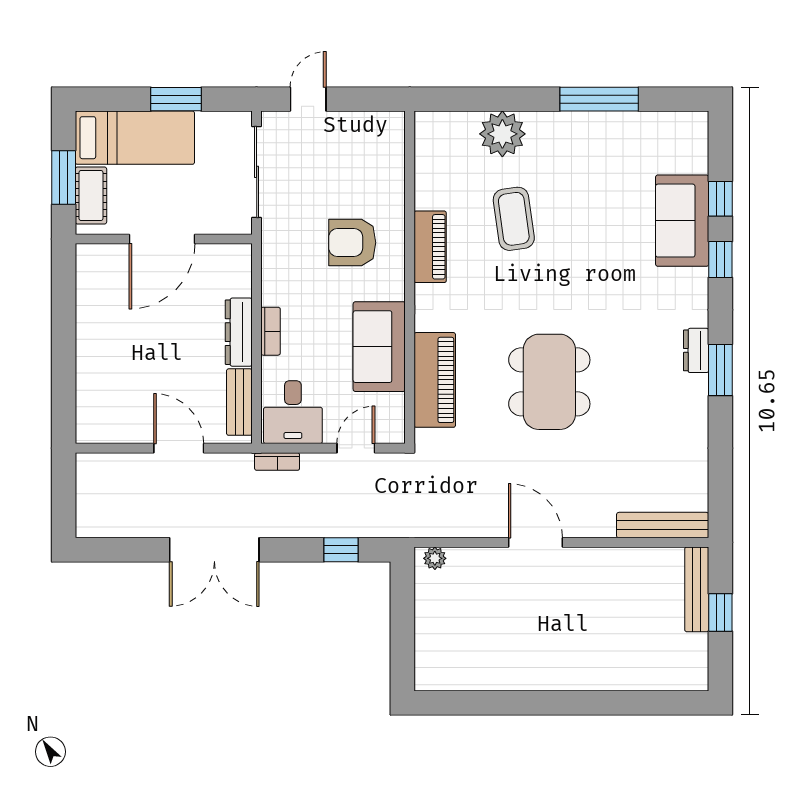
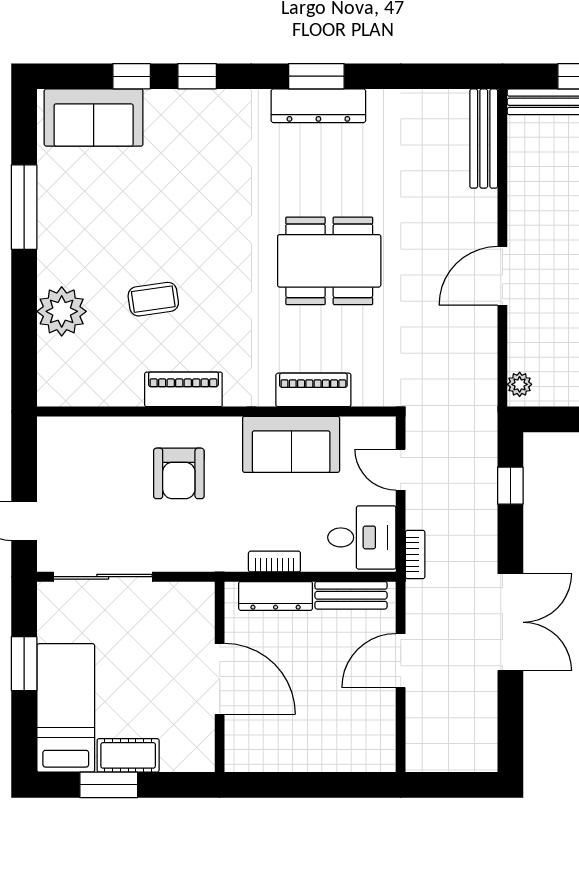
coffee table: (514, 219) -> (153, 299), width x0.73, depth x0.77
sofa: (682, 221) -> (94, 118), moved
door: (162, 239) -> (220, 679), moved
wall: (164, 239) -> (220, 677), moved
dresser: (696, 350) -> (318, 106), width x1.96, depth x1.24
piano: (435, 380) -> (313, 390), width x0.73, depth x0.75

